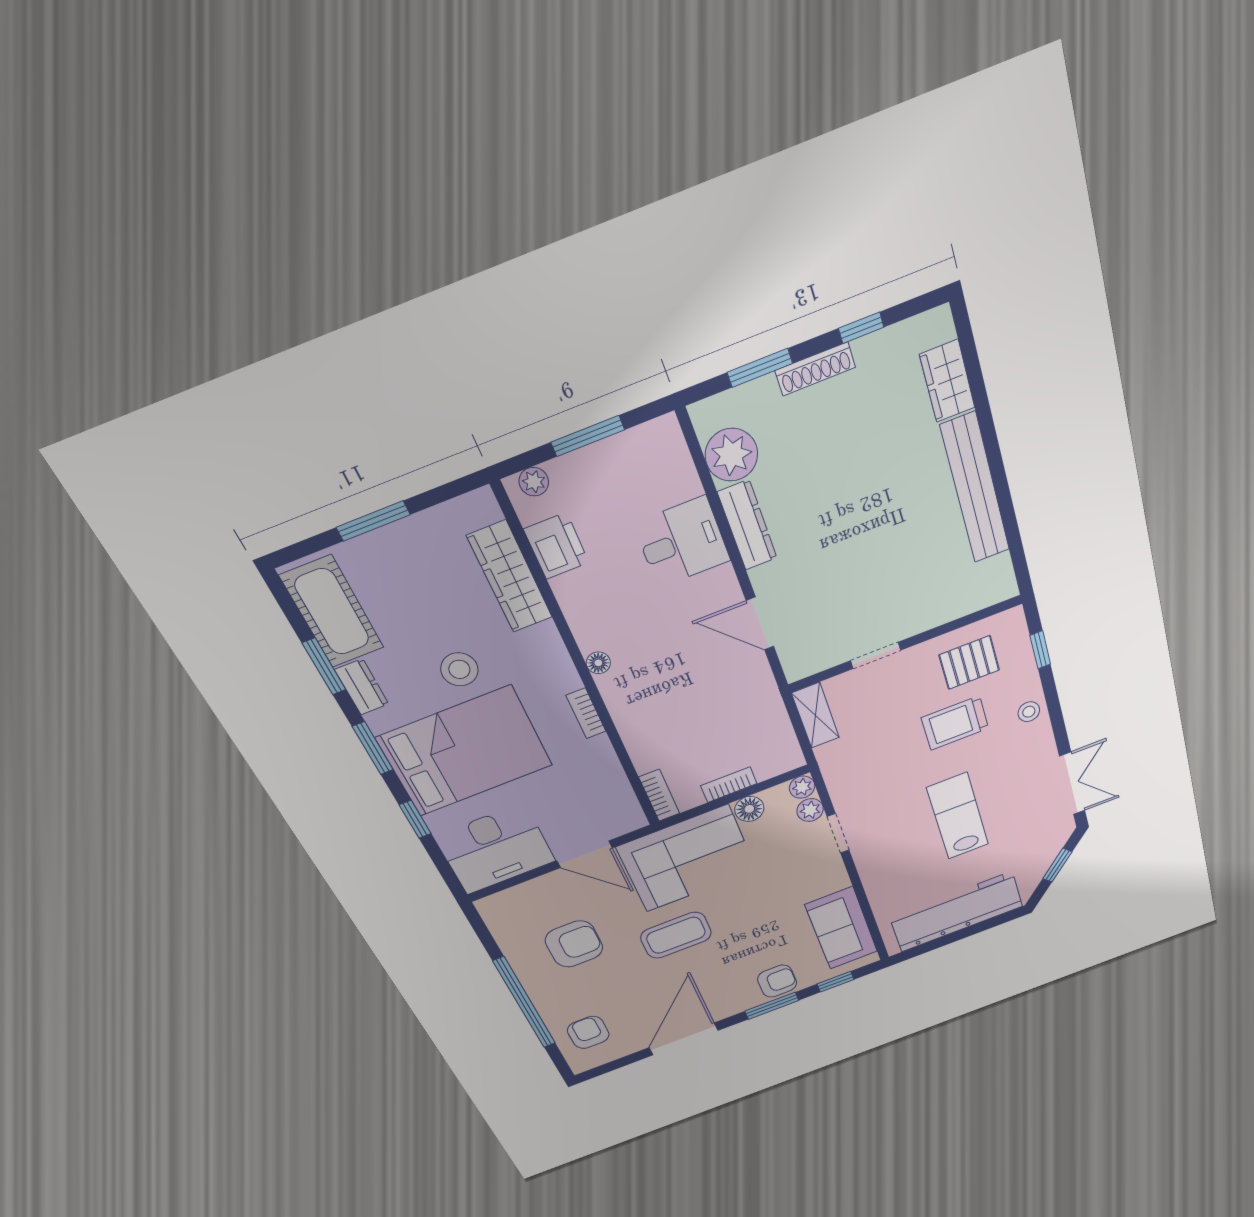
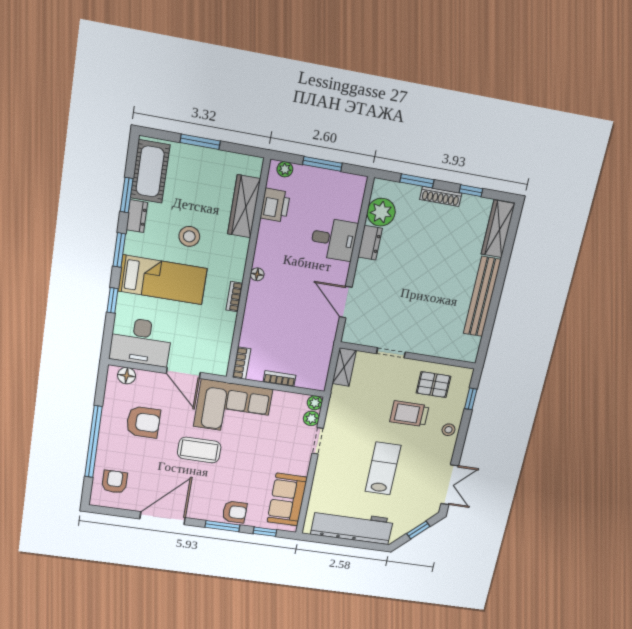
wardrobe: (947, 381) -> (498, 229), width x1.50
dresser: (747, 525) -> (370, 243), width x0.70
bed: (465, 751) -> (162, 280), width x0.67
floor lamp: (749, 809) -> (127, 376), moved

